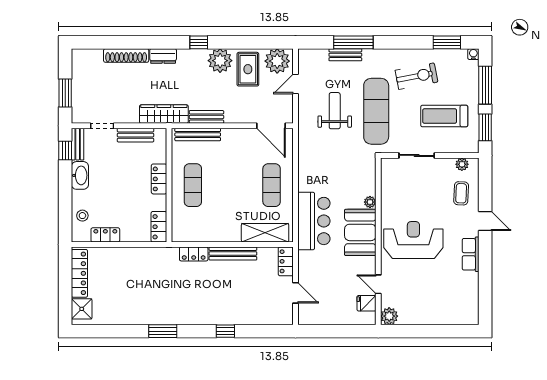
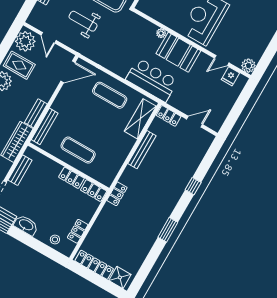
locker: (159, 179) -> (71, 178), moved
locker: (194, 254) -> (117, 194), moved

